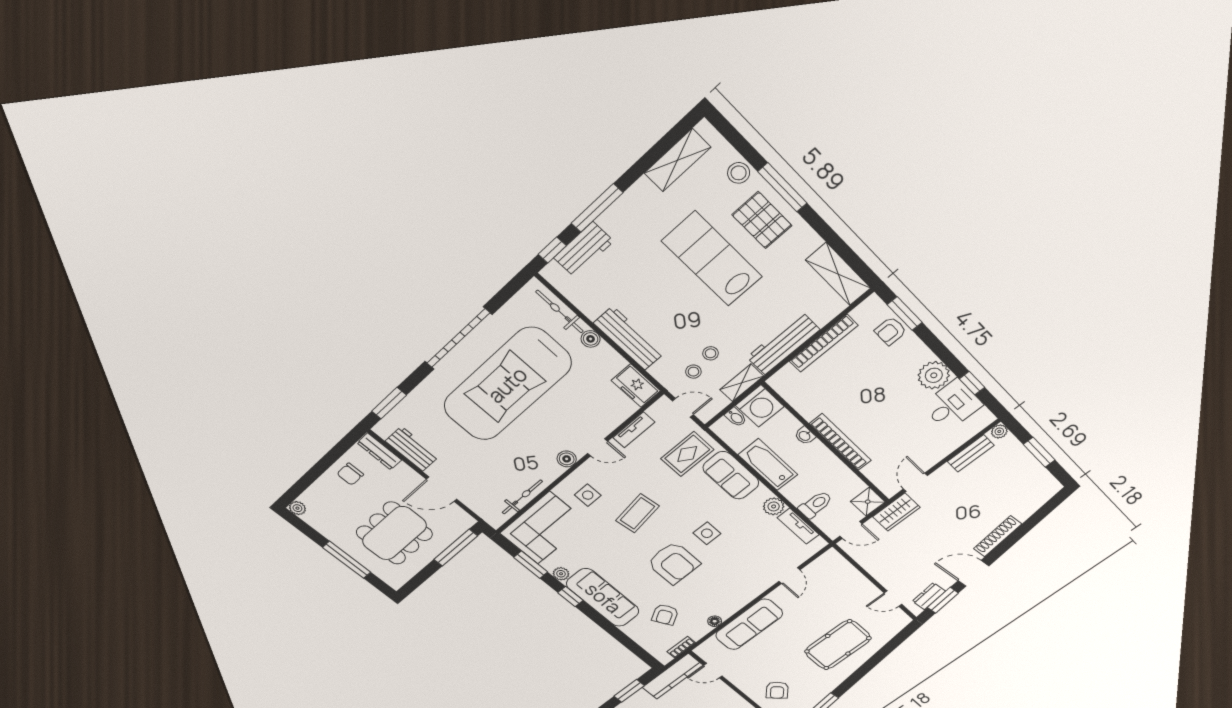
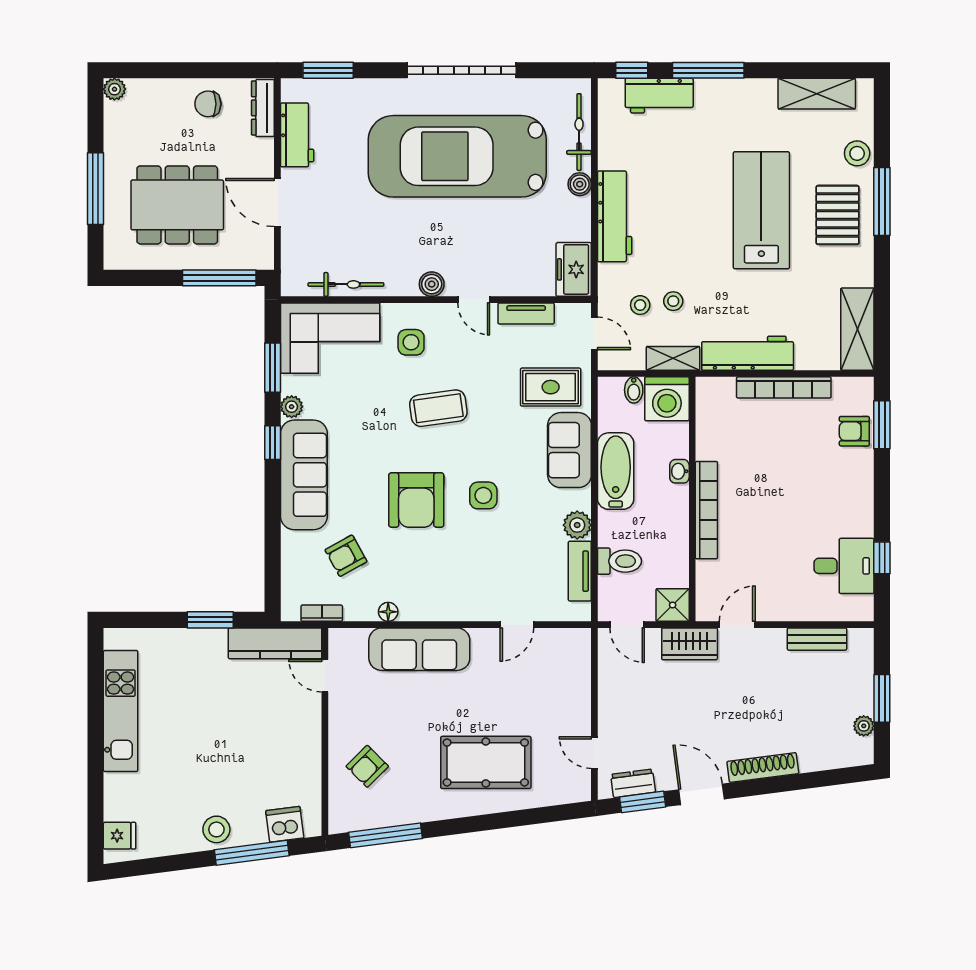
plant: (934, 375) -> (854, 516), removed
plant: (999, 431) -> (864, 726), moved

